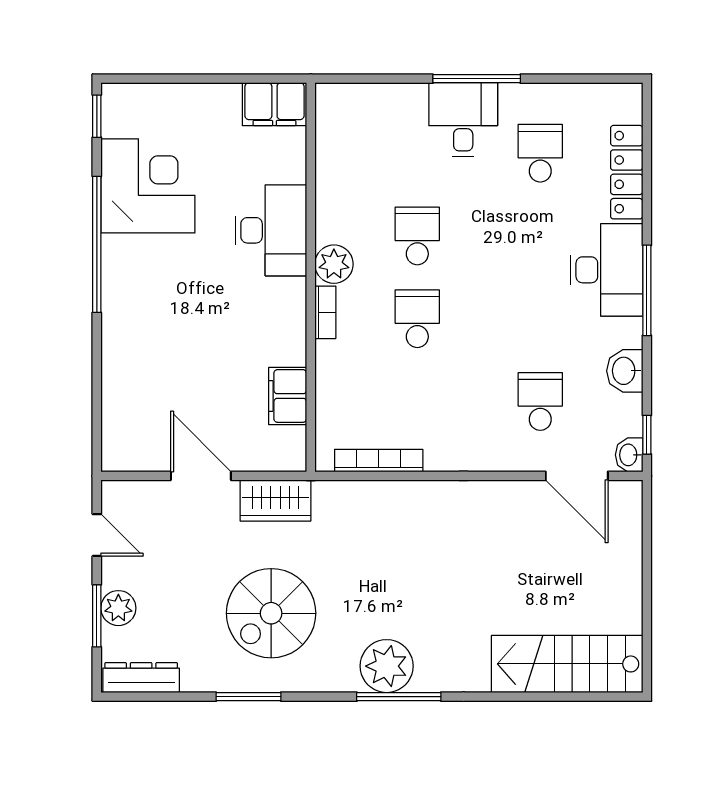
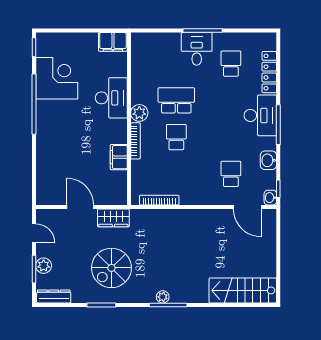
school desk: (417, 236) -> (176, 100), width x1.85
bookcase: (325, 312) -> (135, 141), width x1.56
filing cabinet: (288, 396) -> (119, 157), moved
plant: (387, 666) -> (163, 297), width x0.53, depth x0.53

